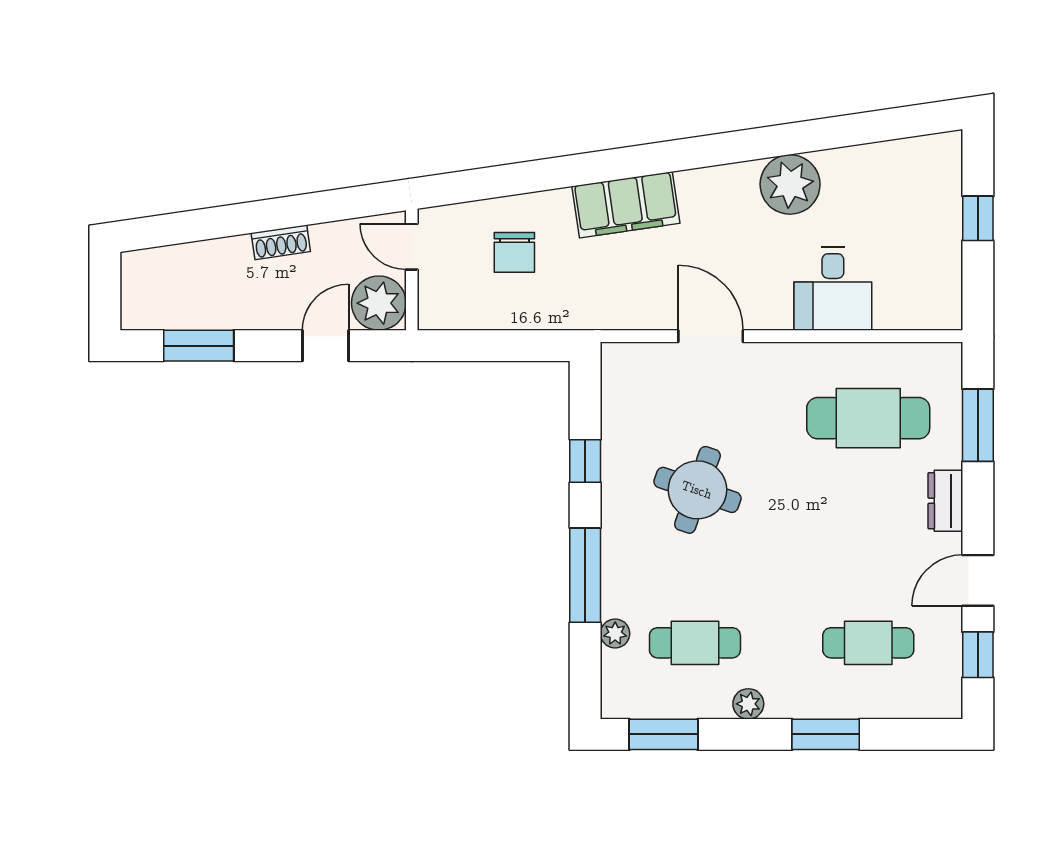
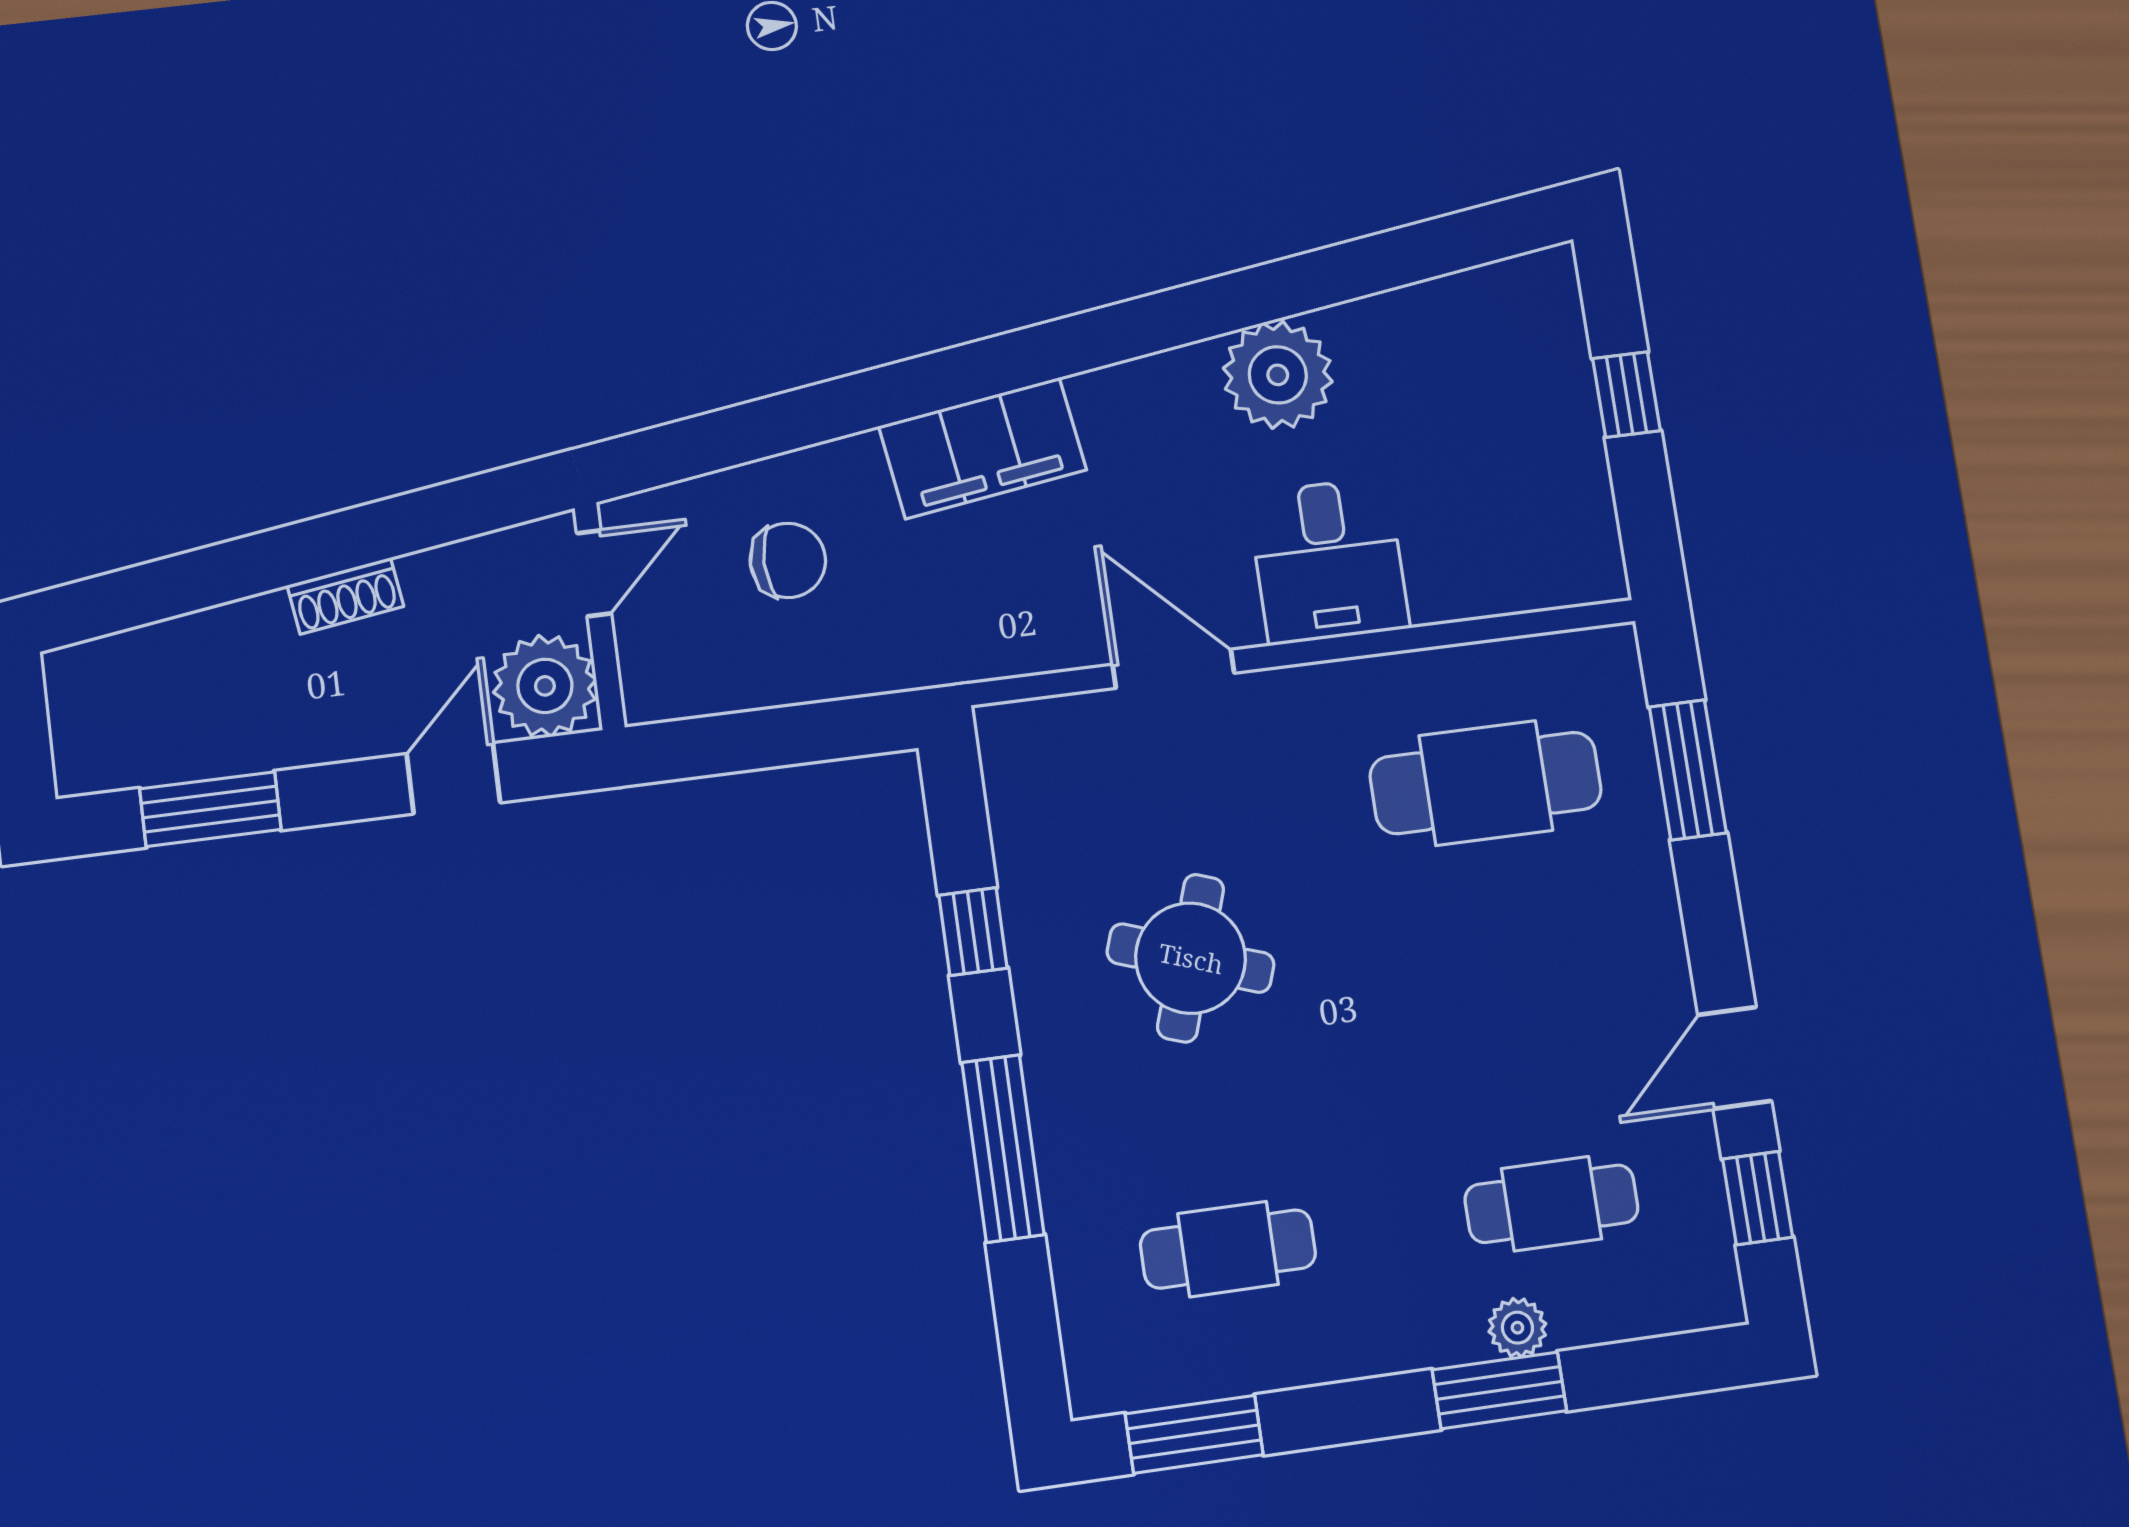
door: (412, 247) -> (594, 573), swing flipped
chair: (514, 252) -> (788, 560), turned -90
desk: (833, 289) -> (1328, 561), moved
dresser: (945, 501) -> (1651, 917), removed
plant: (615, 634) -> (1075, 1252), removed
plant: (748, 704) -> (1517, 1328), moved

